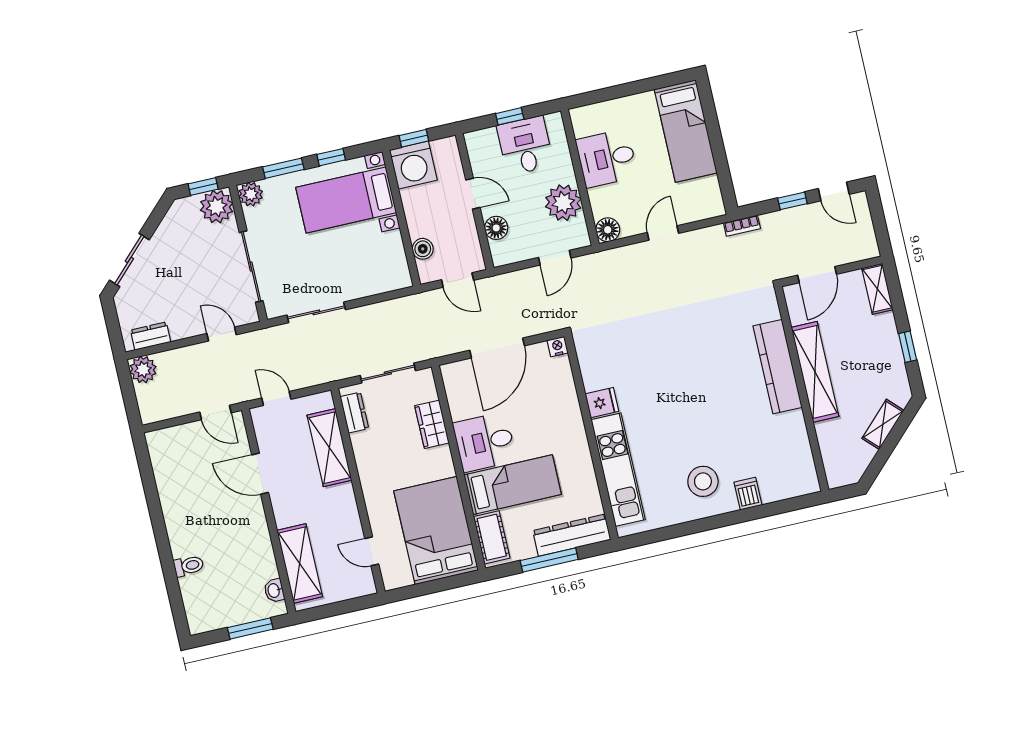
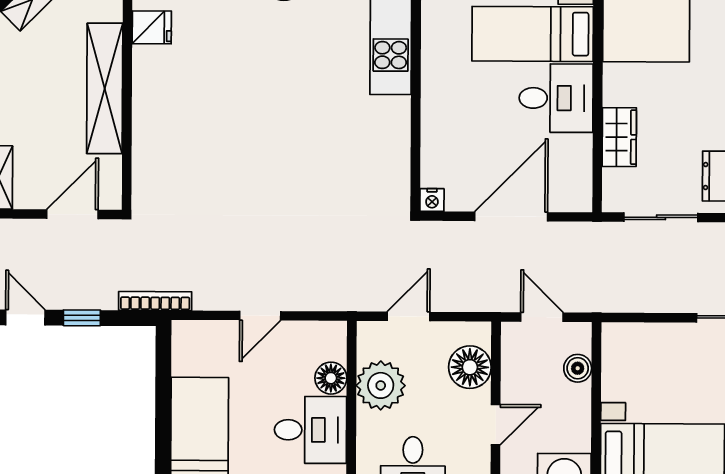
door: (473, 194) -> (496, 425), swing flipped
bookcase: (742, 226) -> (155, 301), width x1.56
floor lamp: (496, 228) -> (470, 367), width x1.38, depth x1.38
floor lamp: (608, 230) -> (331, 378), moved
kitchen counter: (778, 367) -> (152, 107), removed
fridge: (602, 403) -> (152, 27), moved, turned 180

